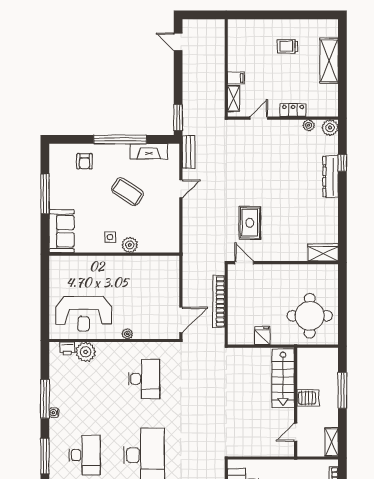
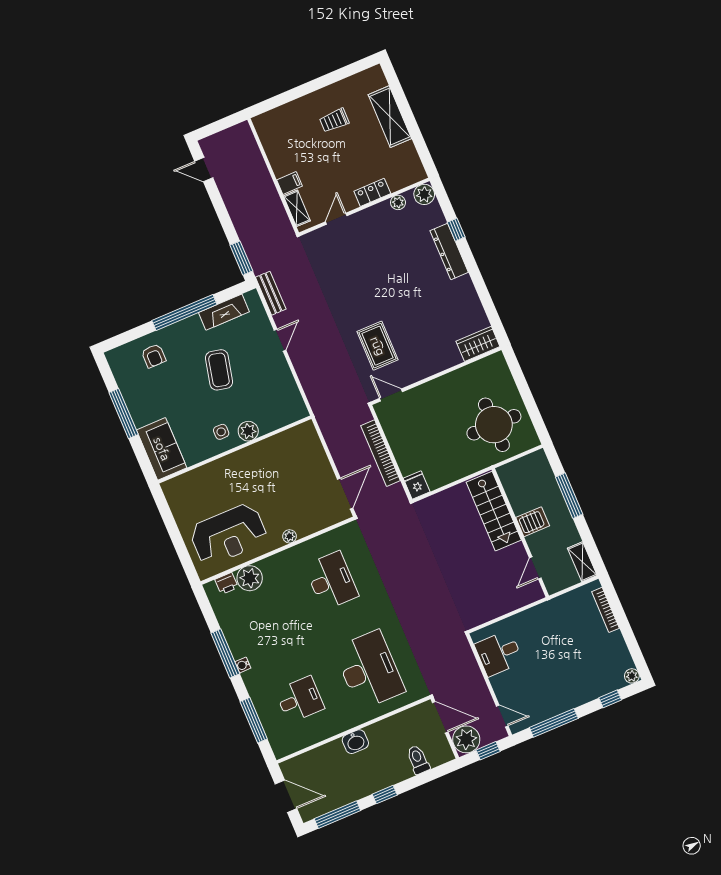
coffee table: (127, 192) -> (219, 370), turned 70
fridge: (262, 336) -> (417, 485), moved
desk: (85, 455) -> (300, 699), width x0.73

